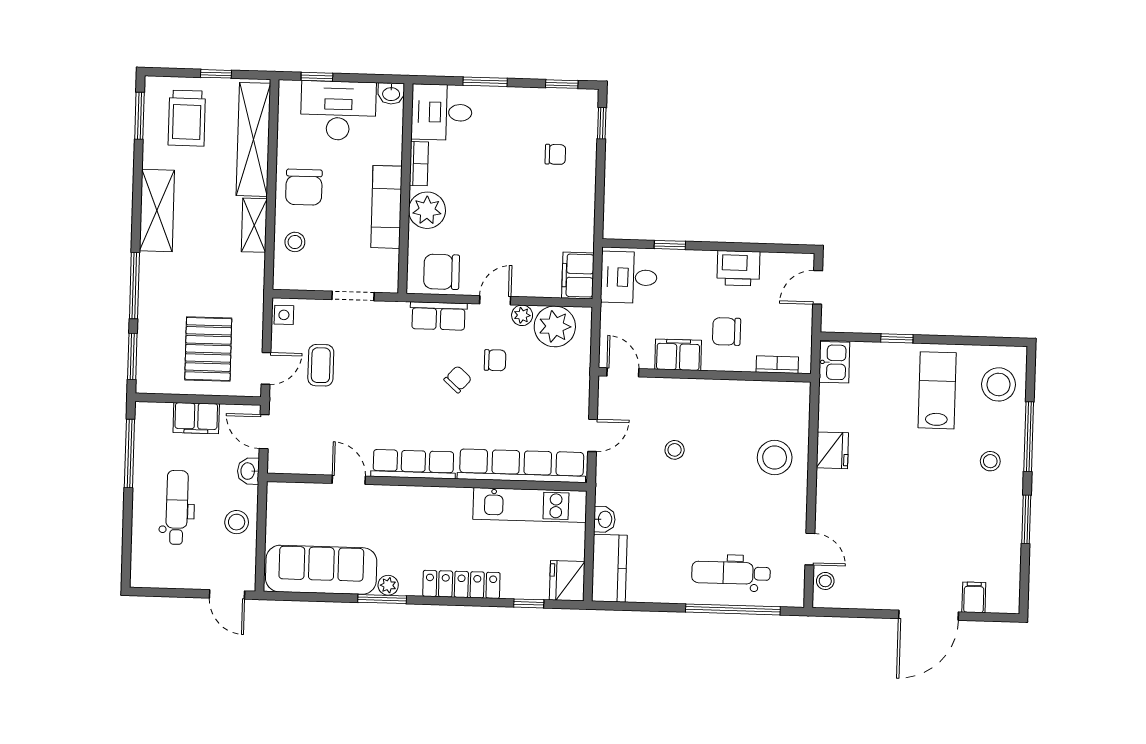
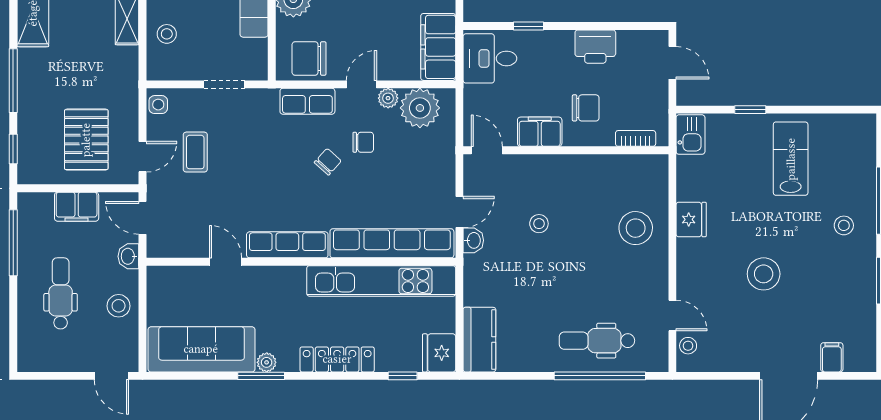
filing cabinet: (578, 275) -> (438, 47), width x1.50, depth x1.17
door: (818, 287) -> (672, 63), swing flipped
chair: (726, 331) -> (586, 108), turned 180
window: (132, 356) -> (13, 149), width x0.67
stool: (999, 384) -> (764, 274), moved
kitchen unit: (530, 505) -> (381, 281), width x1.36
washbasin: (604, 519) -> (473, 240), moved

